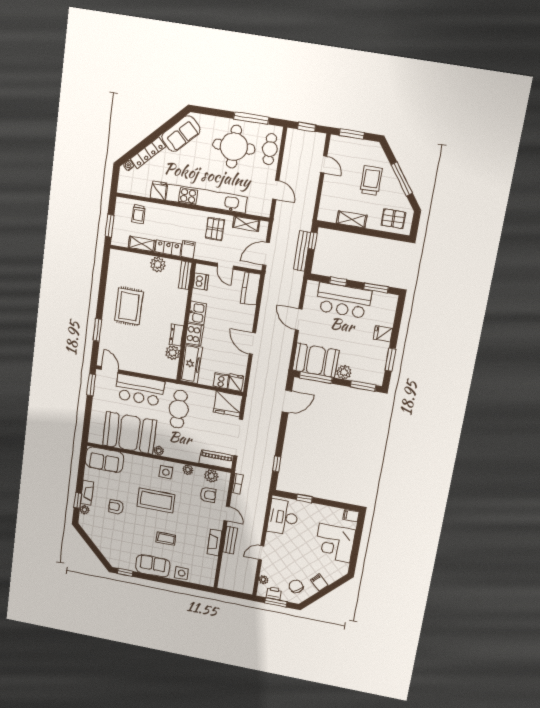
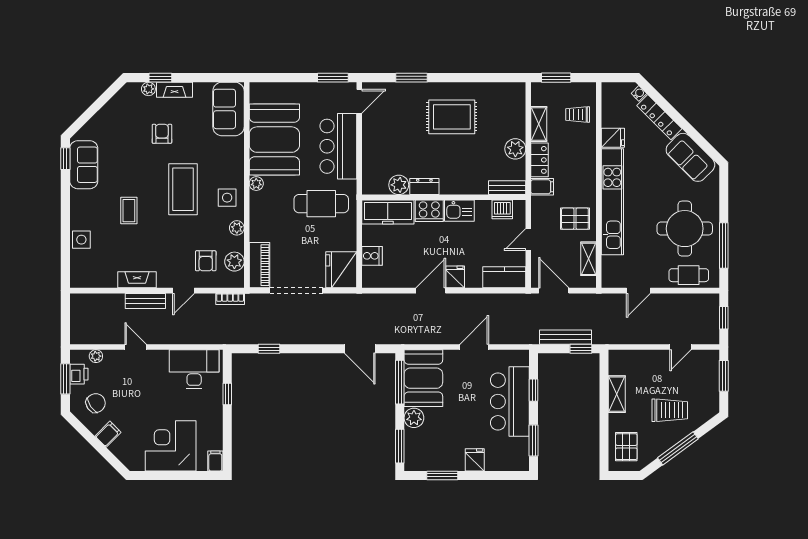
fridge: (236, 383) -> (455, 277), moved, turned -90
sofa: (153, 566) -> (84, 165), moved

